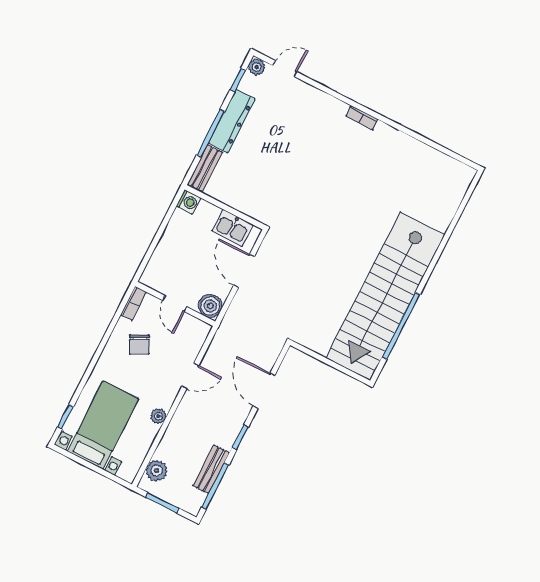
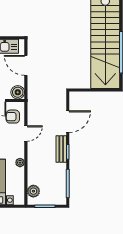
armchair: (183, 340) -> (13, 117), added
door: (264, 391) -> (68, 122), swing flipped
bench: (211, 469) -> (61, 149), moved

